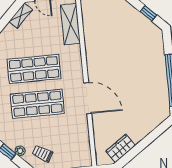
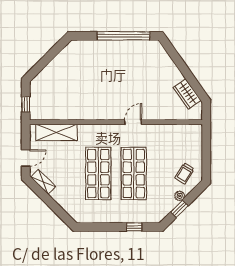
window: (148, 13) -> (53, 52), removed
door: (88, 98) -> (133, 122), width x0.53

